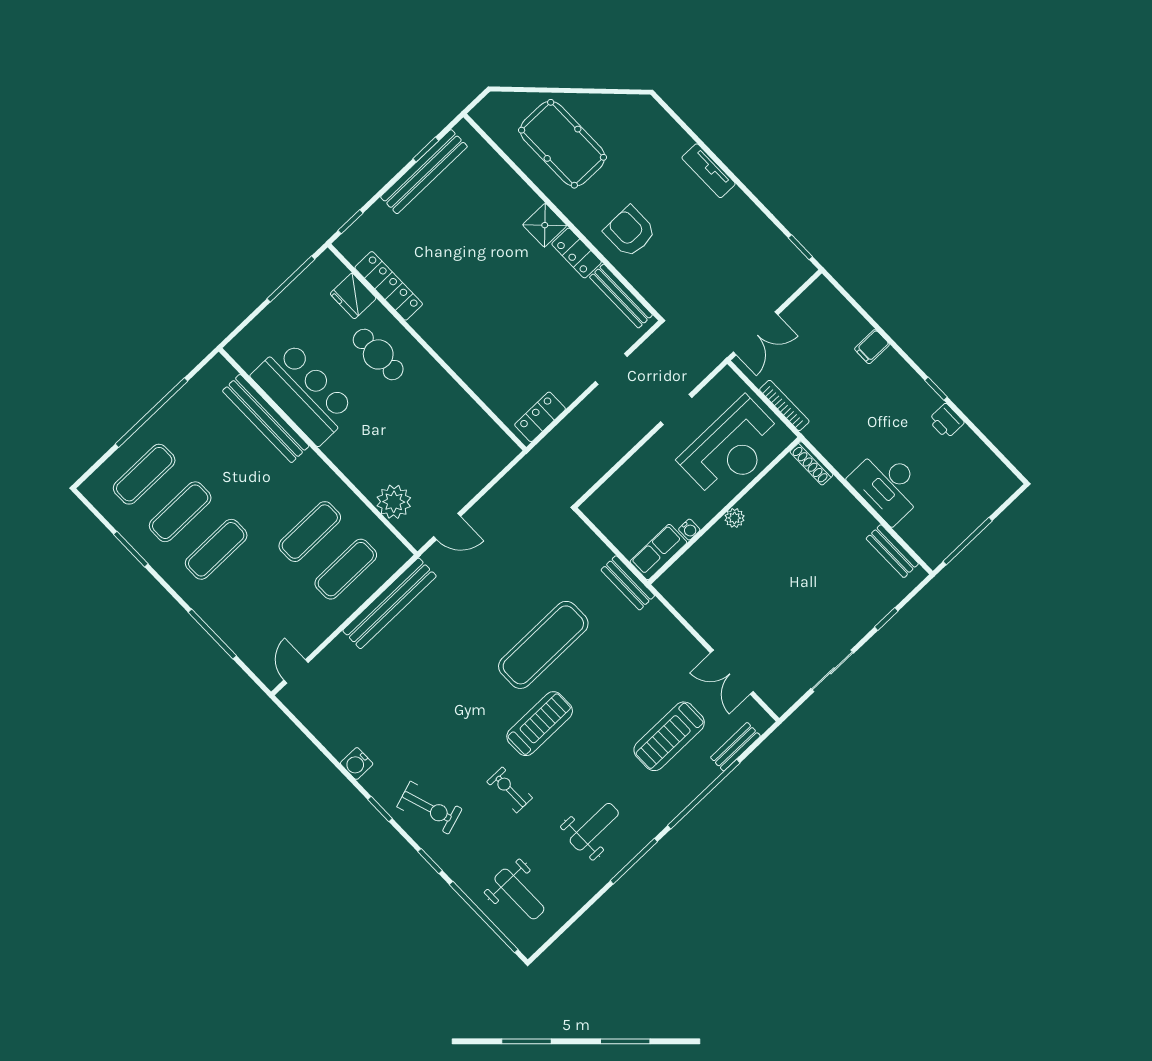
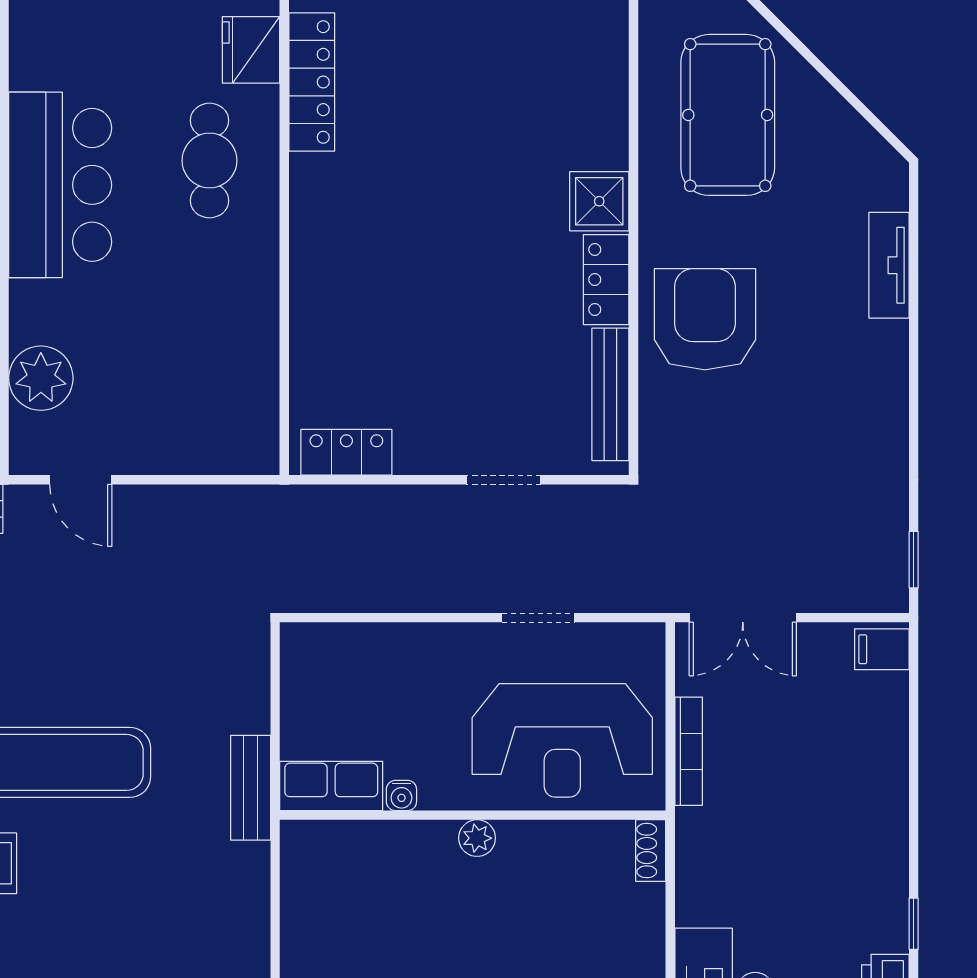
tv unit: (709, 171) -> (889, 265), moved
armchair: (630, 232) -> (705, 319), width x1.36, depth x1.36
filing cabinet: (872, 347) -> (882, 649), moved
bar counter: (303, 393) -> (60, 185), moved
shoe rack: (811, 463) -> (651, 851), width x0.70

